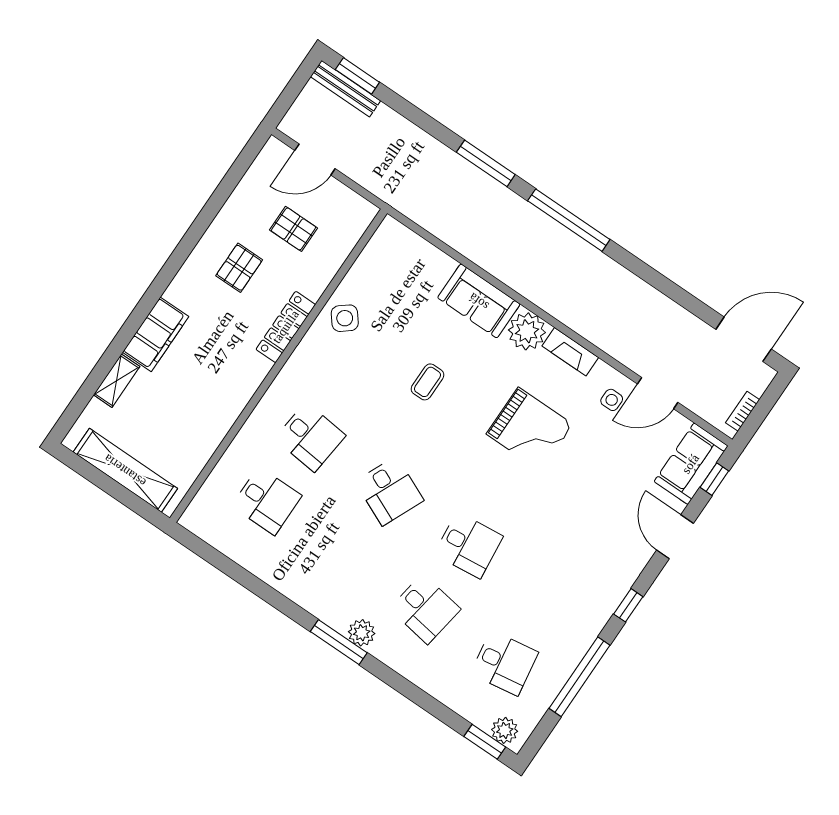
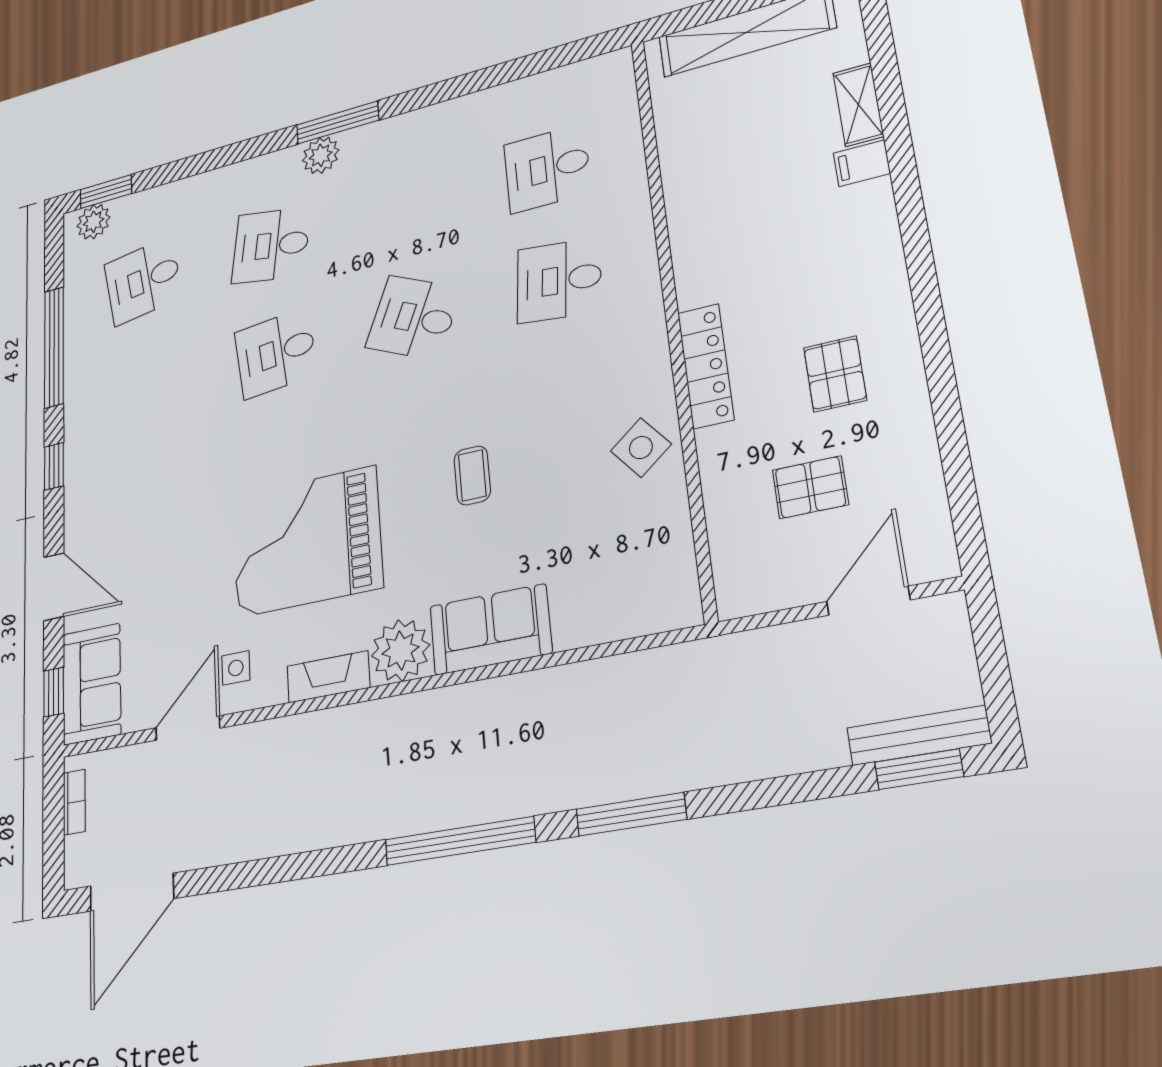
filing cabinet: (156, 334) -> (862, 163), width x0.33, depth x0.86
grand piano: (530, 429) -> (306, 542), width x1.37, depth x1.48

